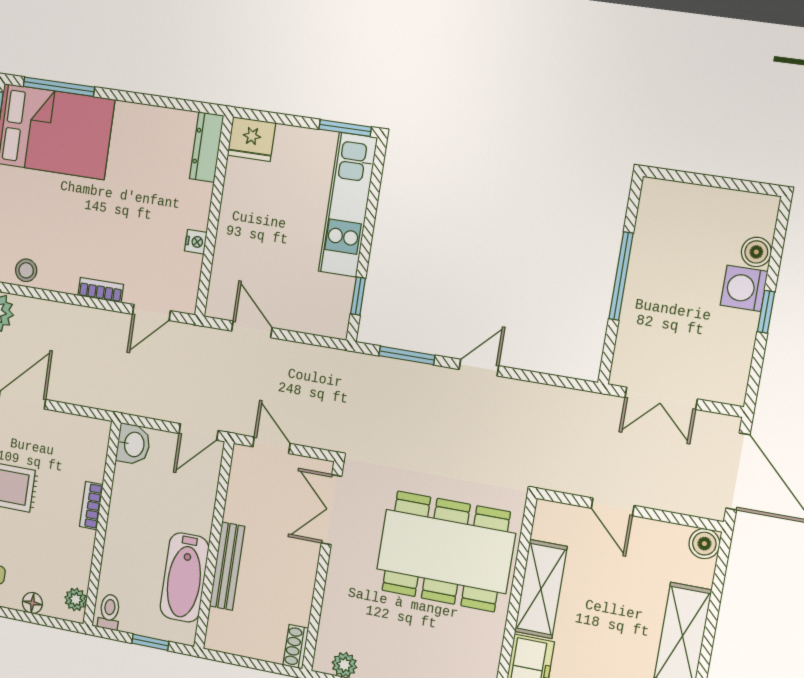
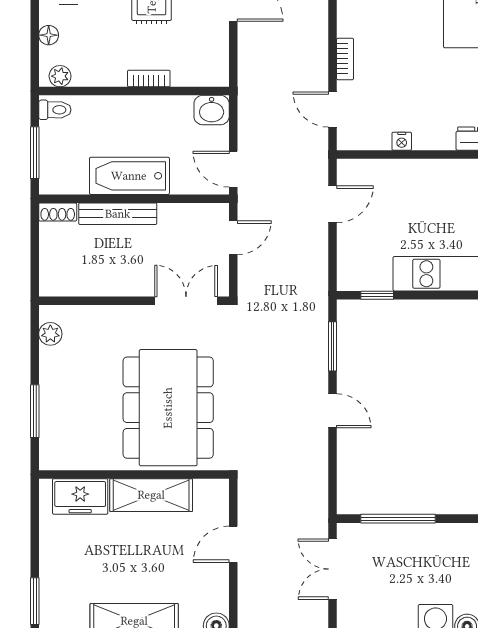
window: (621, 276) -> (398, 519), moved
bathtub: (184, 577) -> (129, 176), moved
window: (150, 642) -> (35, 153), width x1.50
shoe rack: (296, 647) -> (58, 212), moved, turned 180

